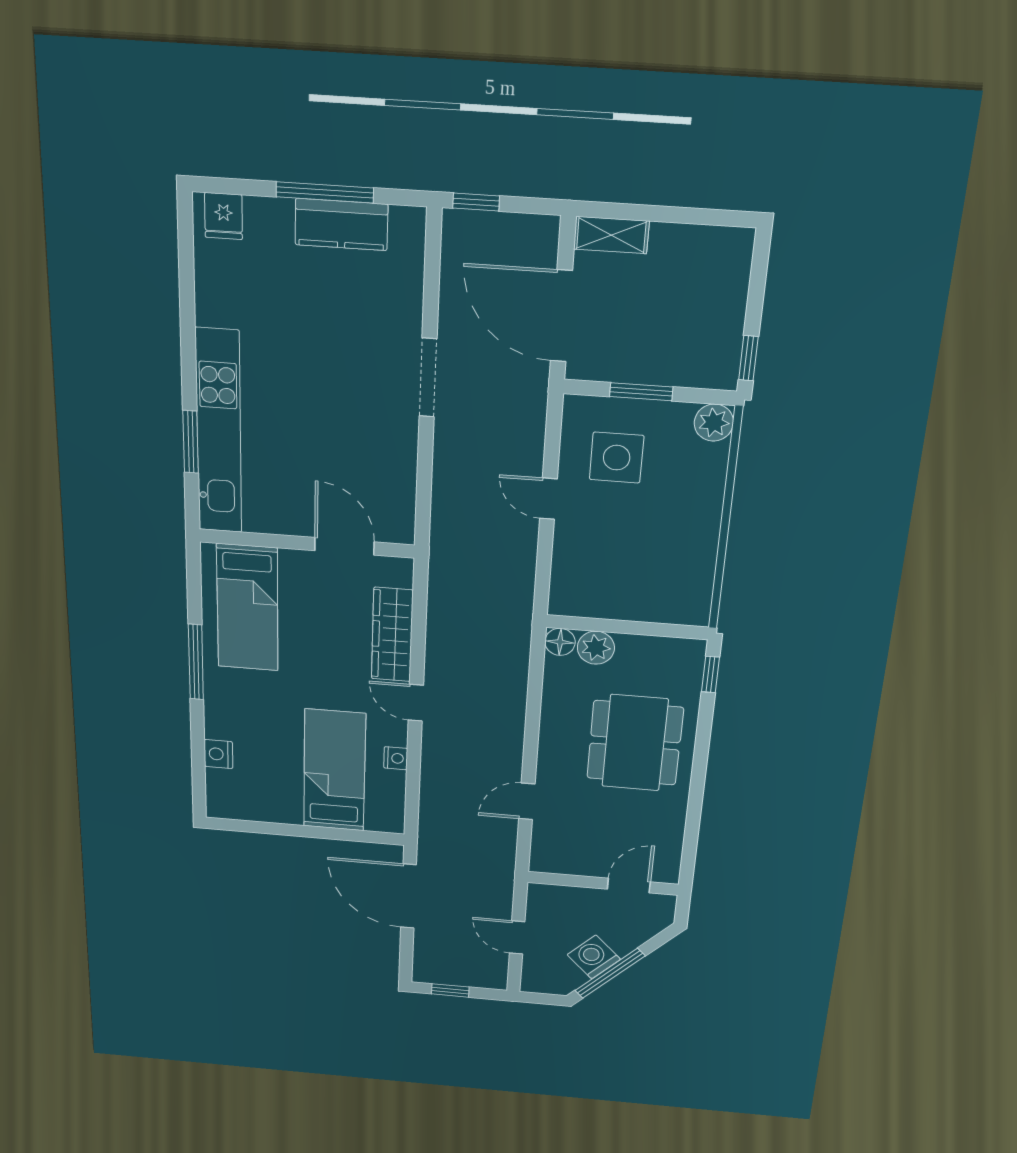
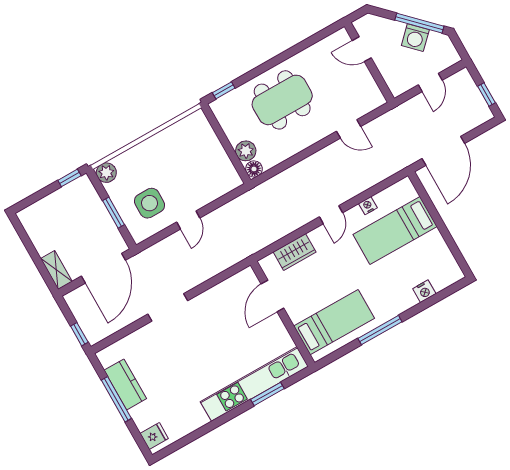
wardrobe: (392, 635) -> (295, 252), width x0.67

